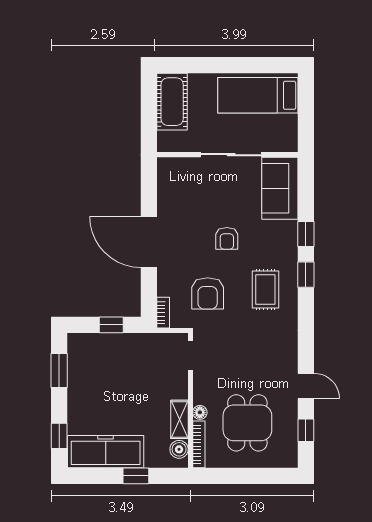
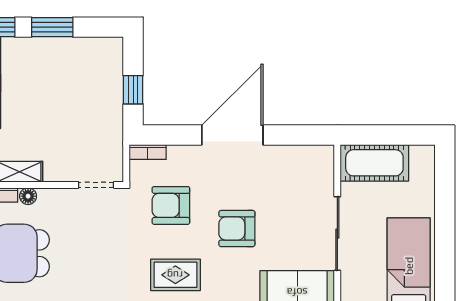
cot: (172, 102) -> (374, 163), moved
armchair: (227, 238) -> (237, 229), width x1.38, depth x1.38
window: (59, 371) -> (52, 27), moved

